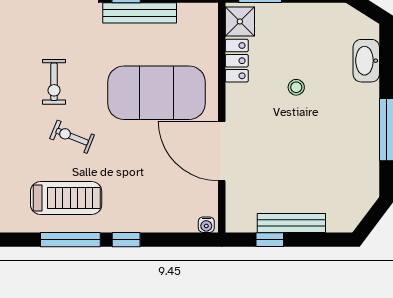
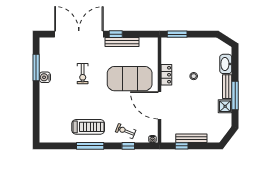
shower: (240, 21) -> (225, 106), moved
locker: (237, 61) -> (166, 75), moved
bench: (369, 110) -> (227, 87), added
exercise bike: (72, 137) -> (126, 131), moved
window: (126, 240) -> (128, 146), moved

